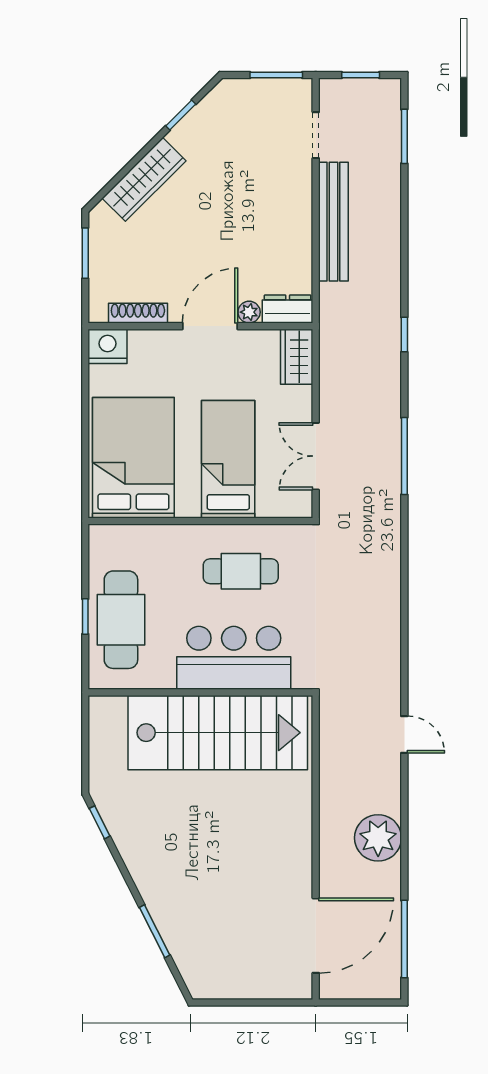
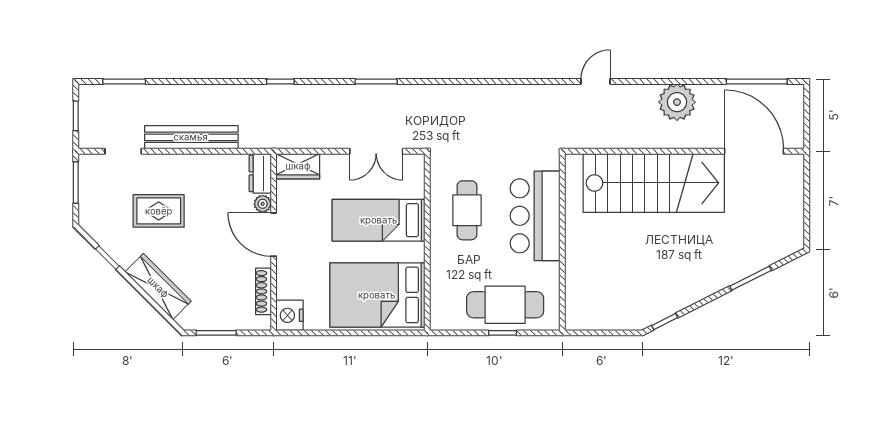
rug: (240, 180) -> (159, 211), added
window: (404, 456) -> (376, 81), width x0.69
stairs: (218, 733) -> (654, 183), moved, turned 90

